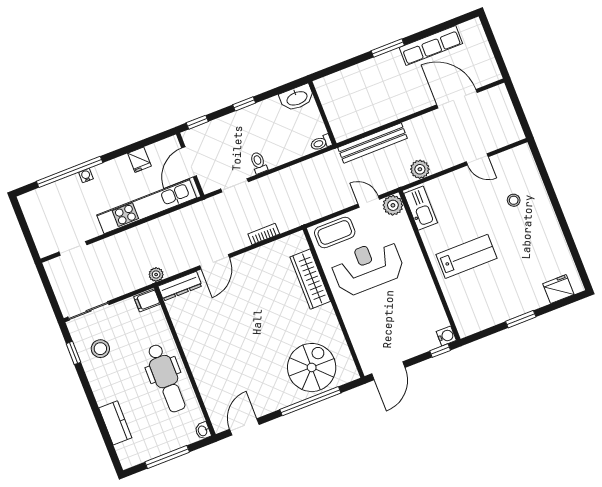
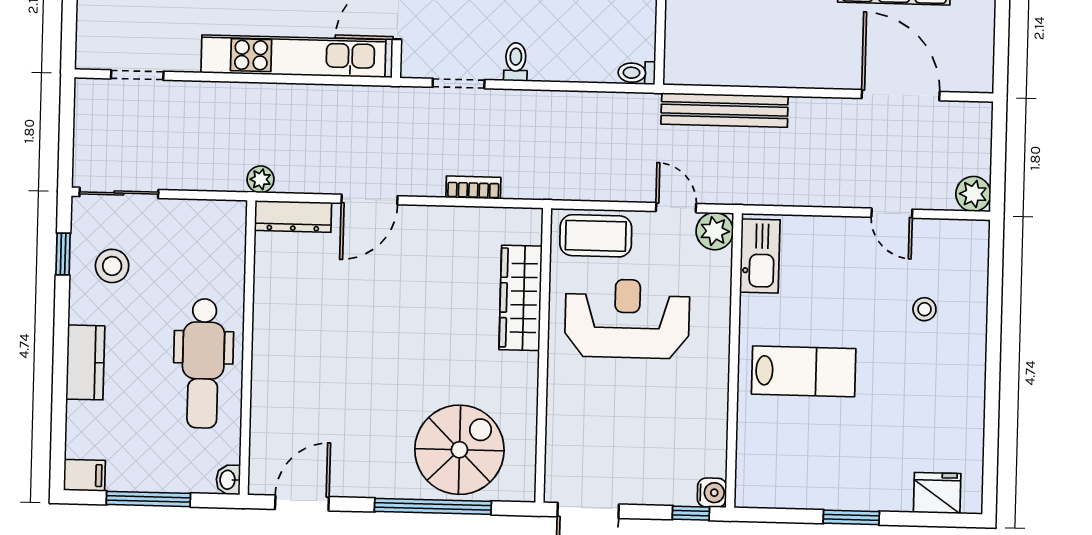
plant: (420, 169) -> (973, 194), moved
filing cabinet: (147, 300) -> (84, 475), moved, turned 180
kitchen counter: (115, 423) -> (85, 362), moved

